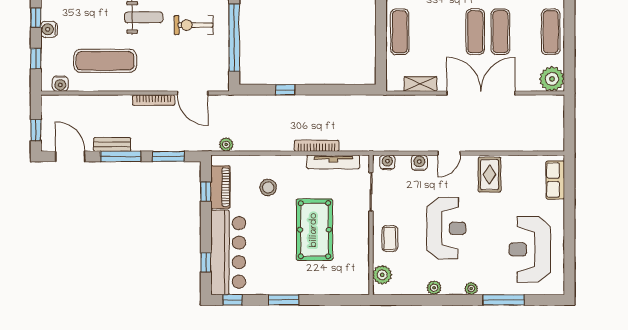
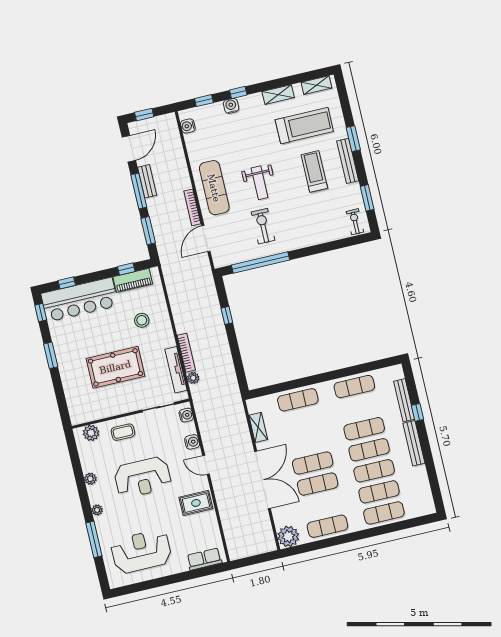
exercise mat: (105, 61) -> (214, 188), moved
plant: (226, 145) -> (193, 378), moved

